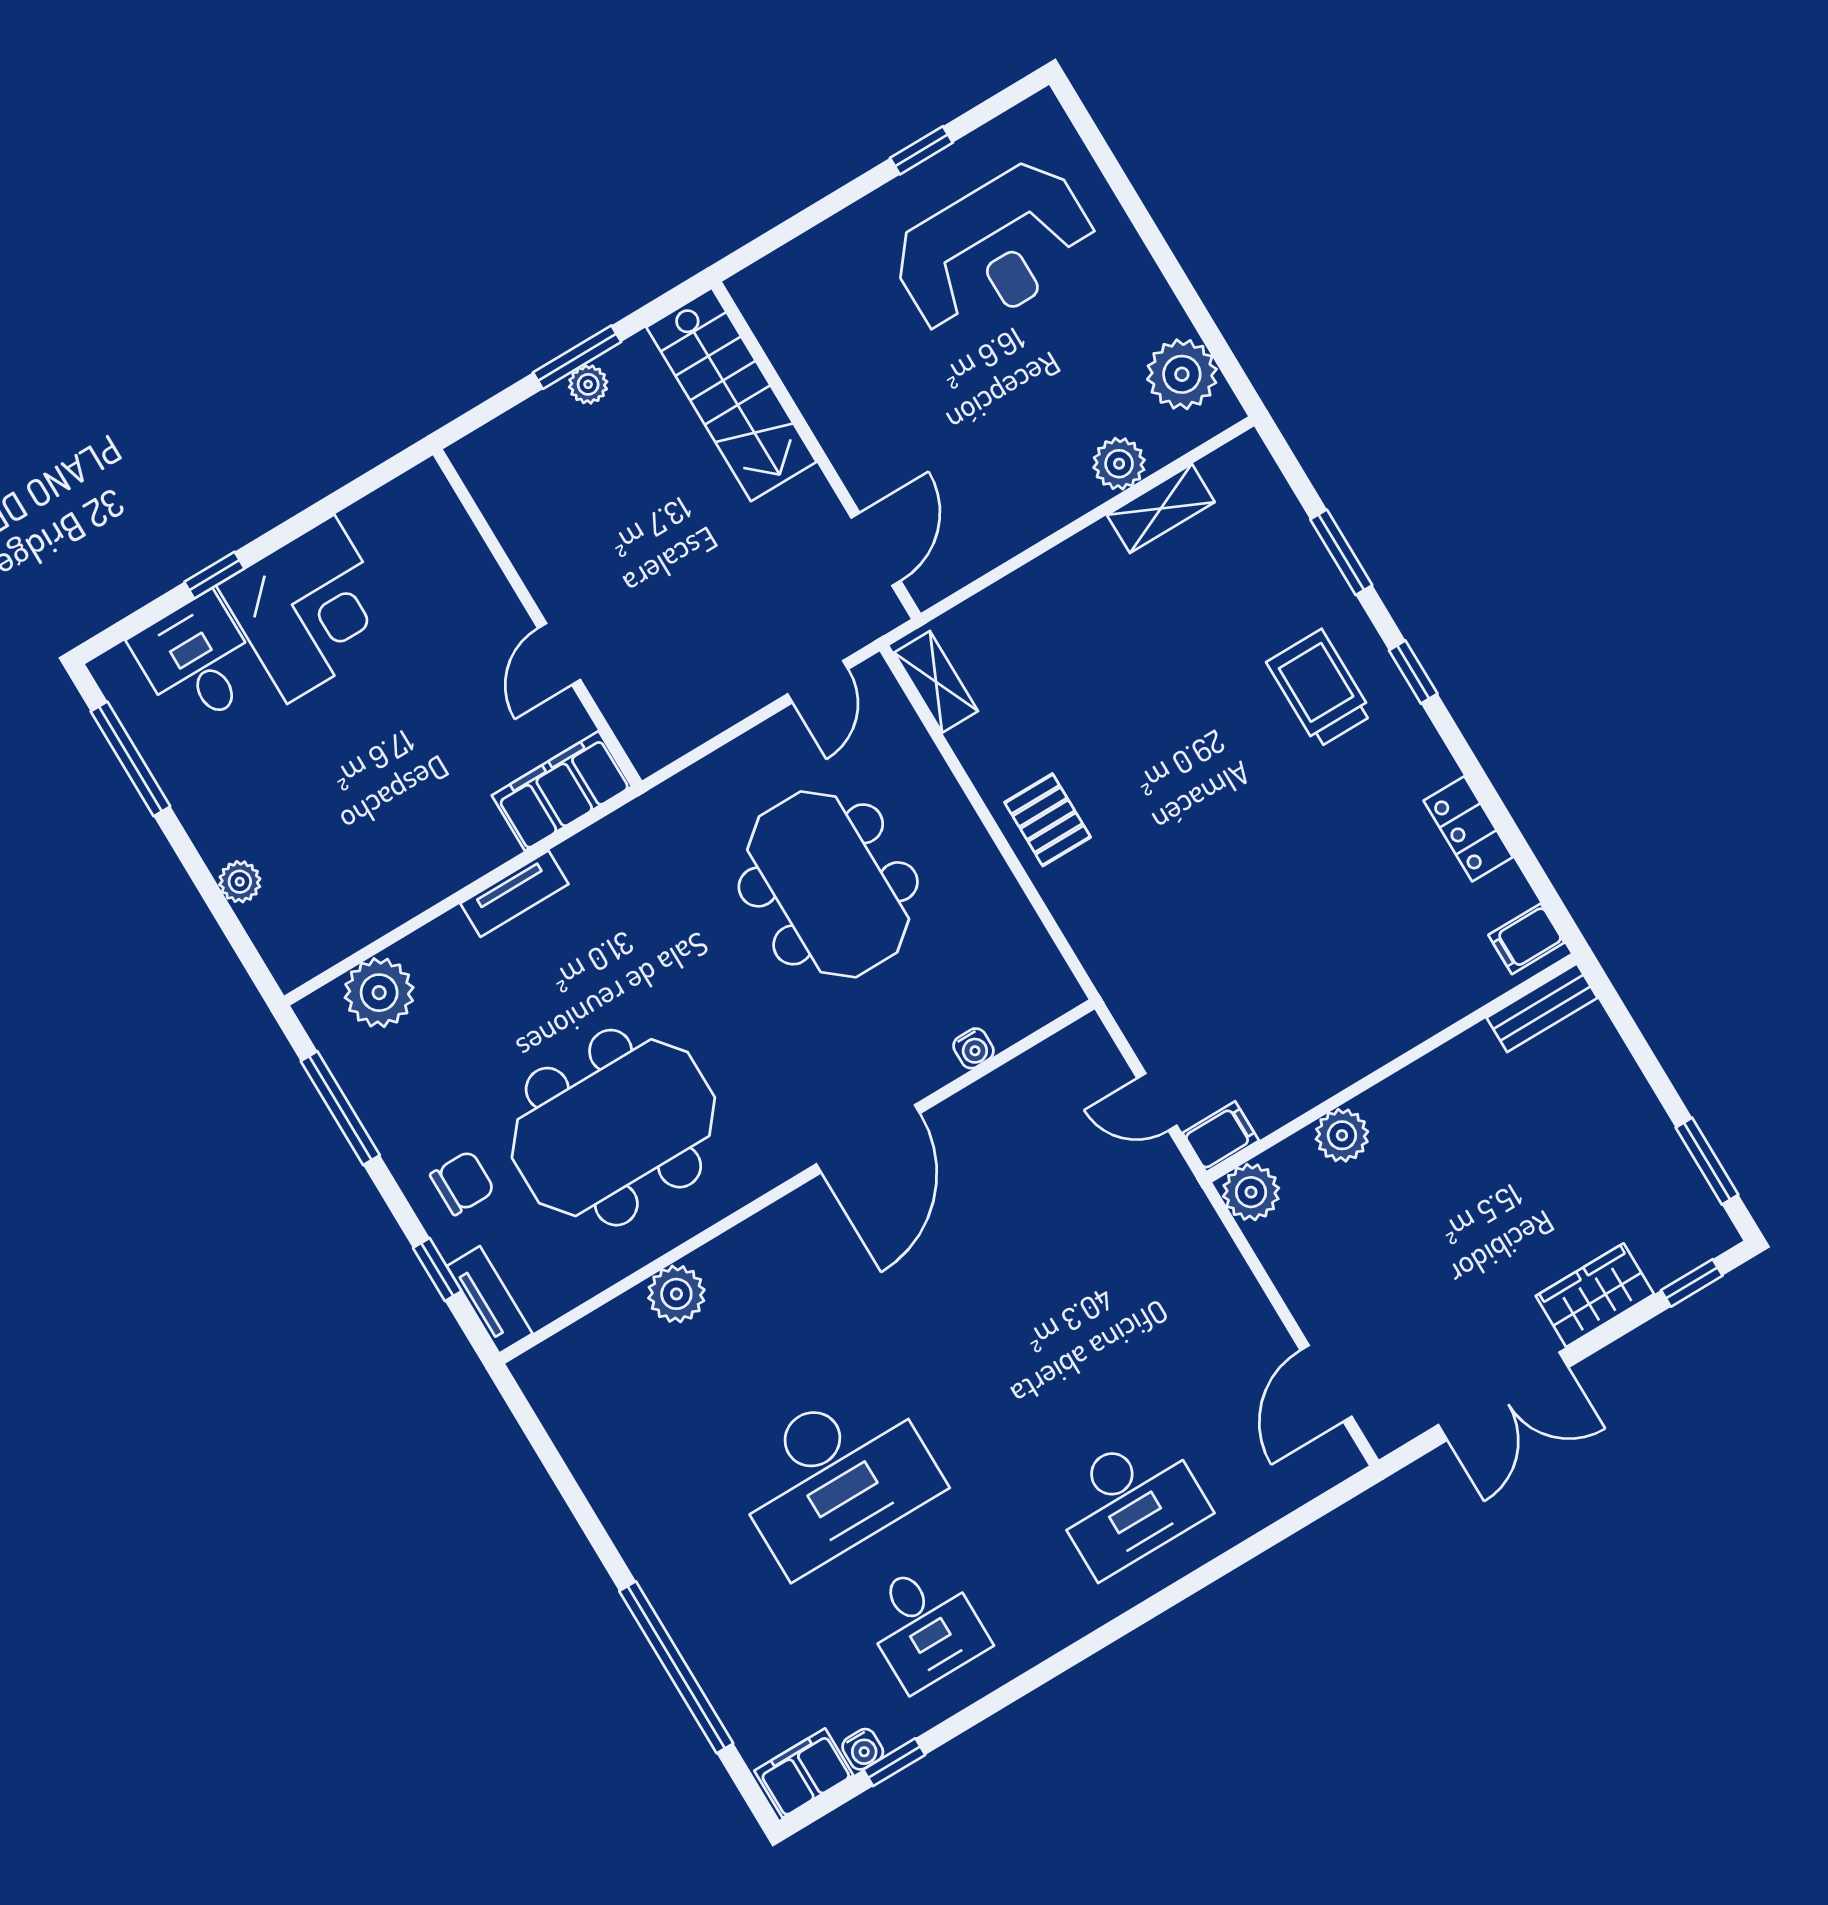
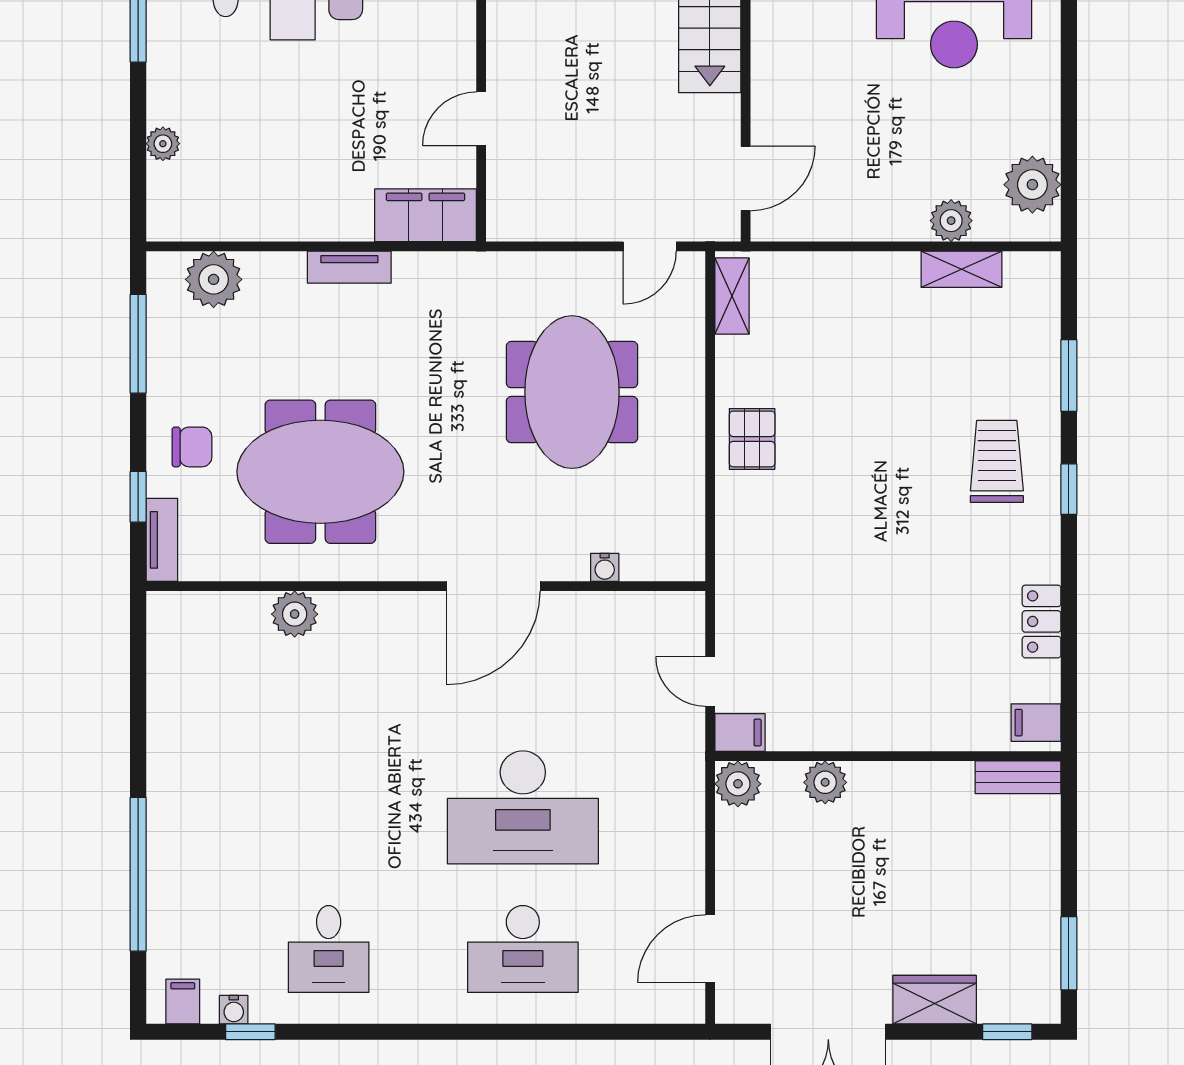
desk: (835, 1476) -> (523, 807), moved
filing cabinet: (804, 1773) -> (183, 1002), width x0.50

